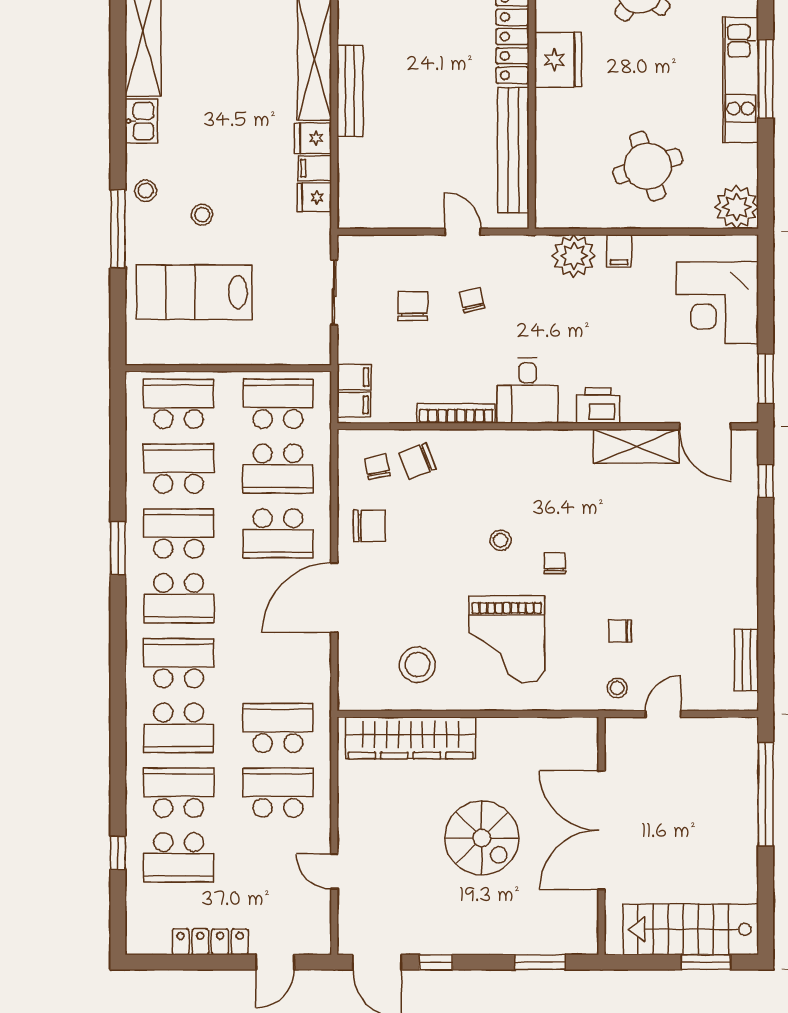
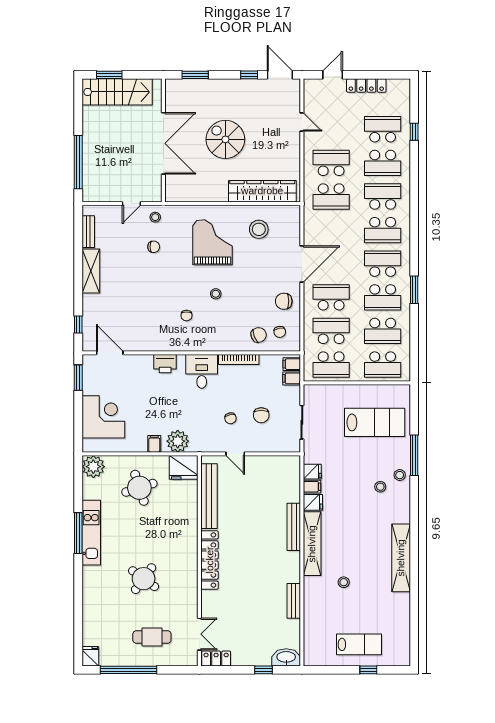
fridge: (558, 60) -> (184, 467), moved, turned -90
kitchen sink: (141, 121) -> (402, 511), removed
stool: (202, 215) -> (380, 487), moved
shelving: (636, 446) -> (91, 271), moved, turned 90
chair: (555, 563) -> (186, 316), moved
school desk: (278, 793) -> (331, 163), turned 180

